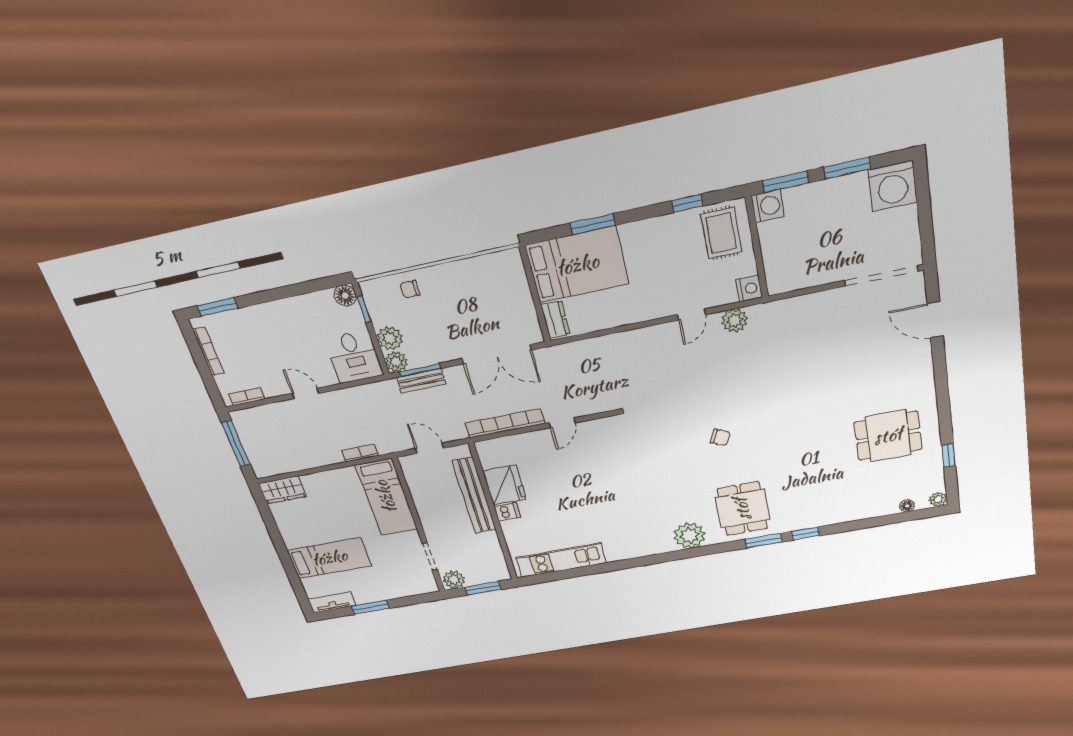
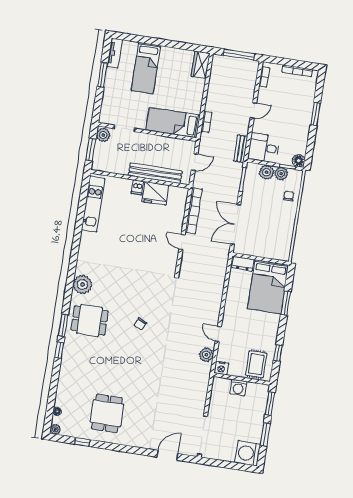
washing machine: (768, 206) -> (238, 388), moved
rug: (721, 233) -> (256, 364), turned 90
window: (217, 307) -> (315, 114), moved
plant: (396, 362) -> (281, 174), moved
bench: (421, 381) -> (241, 149), moved

